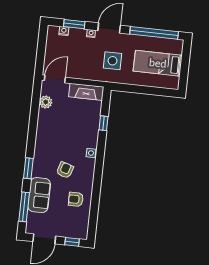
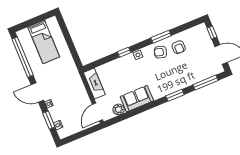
side table: (113, 61) -> (60, 77), removed
door: (55, 79) -> (98, 112), hinge flipped
window: (103, 123) -> (124, 52), moved
armchair: (65, 170) -> (160, 52), moved
window: (97, 187) -> (161, 37), added
sofa: (39, 195) -> (137, 99), moved

